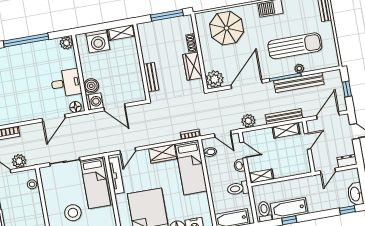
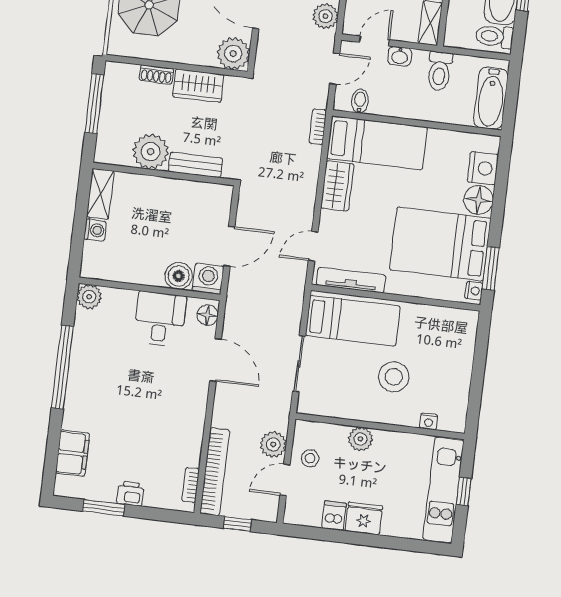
washing machine: (98, 41) -> (95, 230), width x0.53, depth x0.53
plant: (151, 52) -> (151, 152), added
door: (128, 151) -> (313, 246), swing flipped
stool: (32, 184) -> (310, 458), moved
plant: (36, 205) -> (360, 439), added

